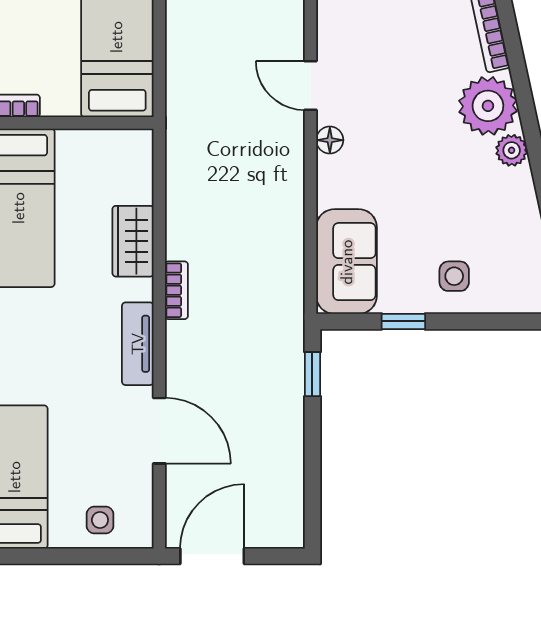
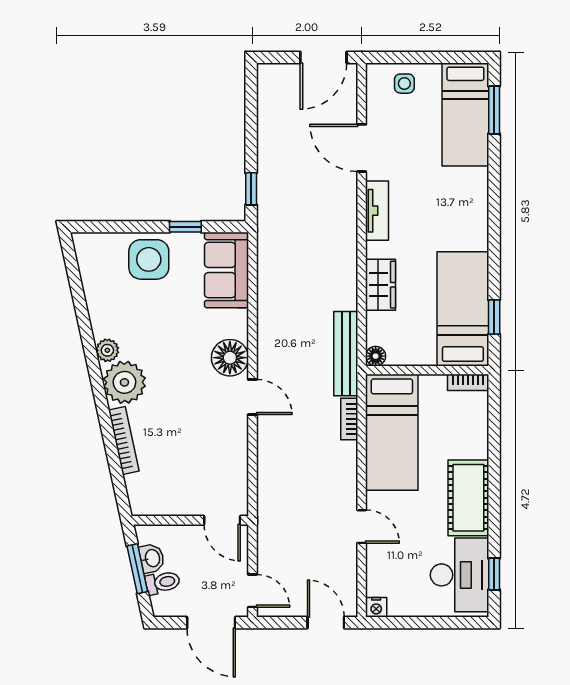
floor lamp: (330, 140) -> (230, 358), width x1.89, depth x1.89
floor lamp: (140, 142) -> (376, 356), added
bench: (181, 146) -> (346, 354), added
side table: (454, 276) -> (149, 259), width x1.87, depth x1.87
bookcase: (176, 290) -> (349, 419), moved

